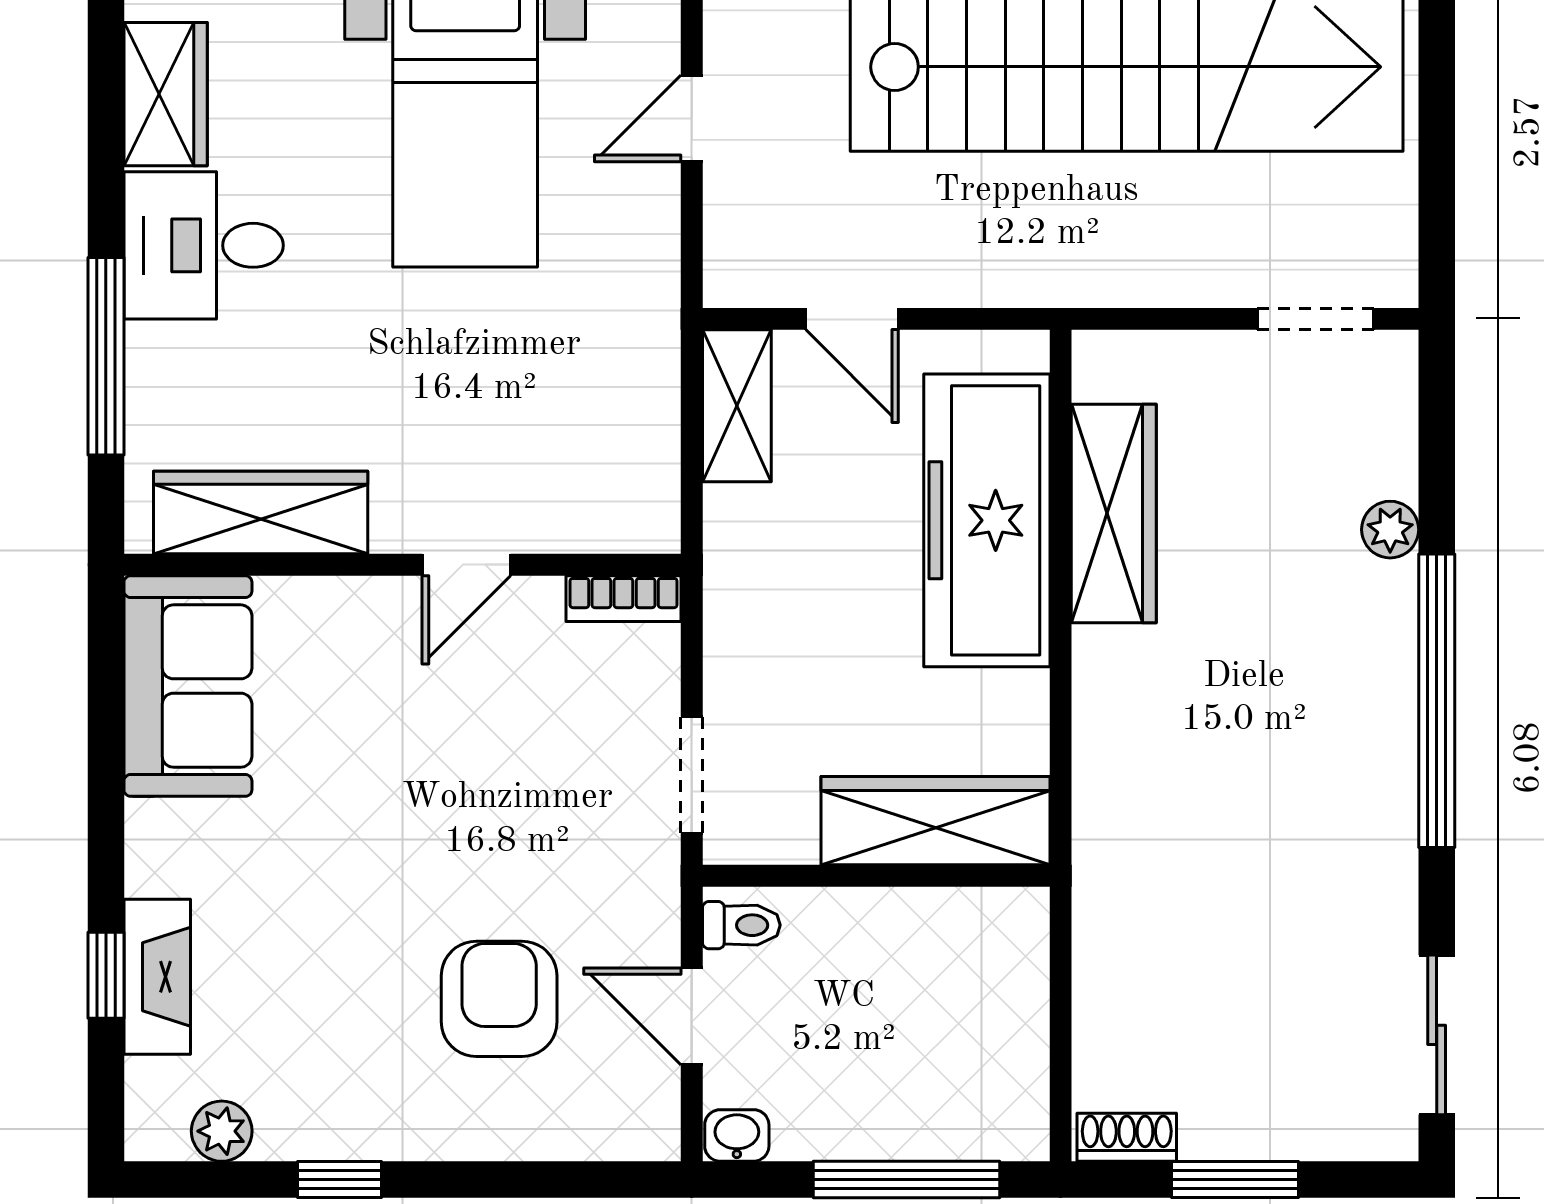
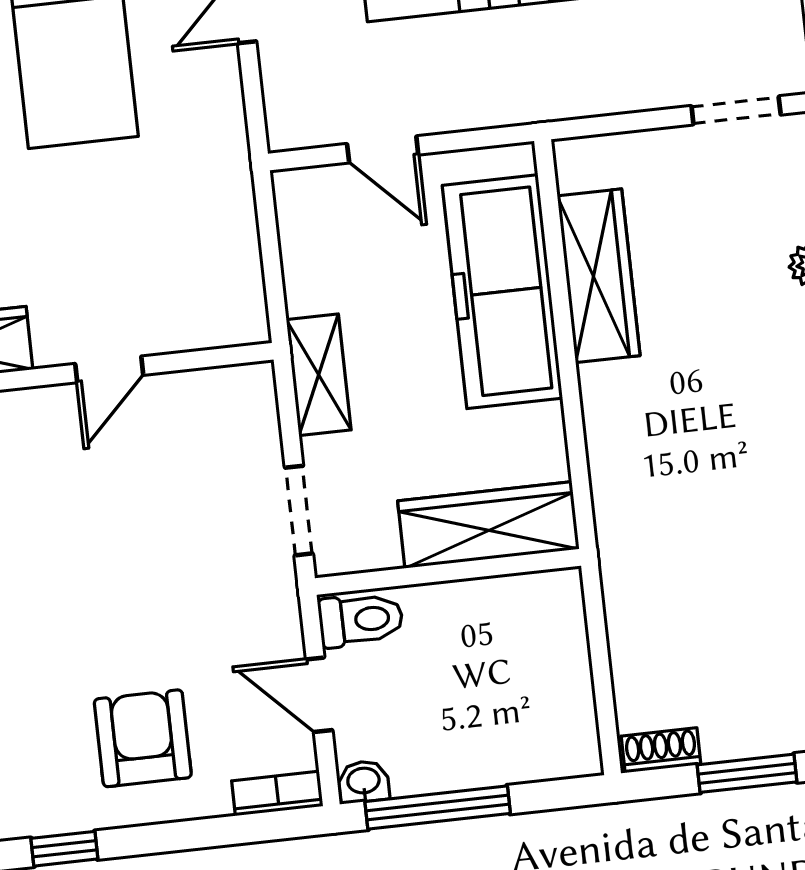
shelving: (737, 406) -> (319, 375), moved
bookcase: (623, 599) -> (277, 794), moved, turned 180
toilet: (741, 925) -> (361, 620), width x1.37, depth x1.39
armchair: (499, 999) -> (143, 738), moved
window: (907, 1179) -> (438, 808), moved

